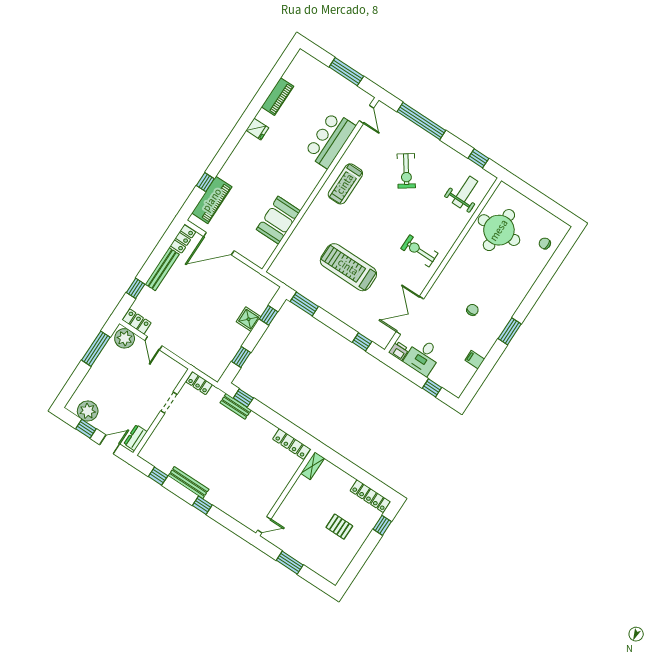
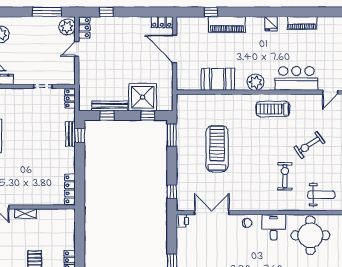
plant: (307, 184) -> (255, 82), added
piano: (212, 200) -> (227, 24), moved
exercise bike: (419, 251) -> (285, 176), moved
bench: (162, 269) -> (110, 106), moved
chair: (472, 310) -> (247, 223), moved
shower: (249, 319) -> (143, 97), width x1.86, depth x1.86
desk: (423, 357) -> (274, 227), moved, turned 90
shelving: (312, 466) -> (26, 214), moved

